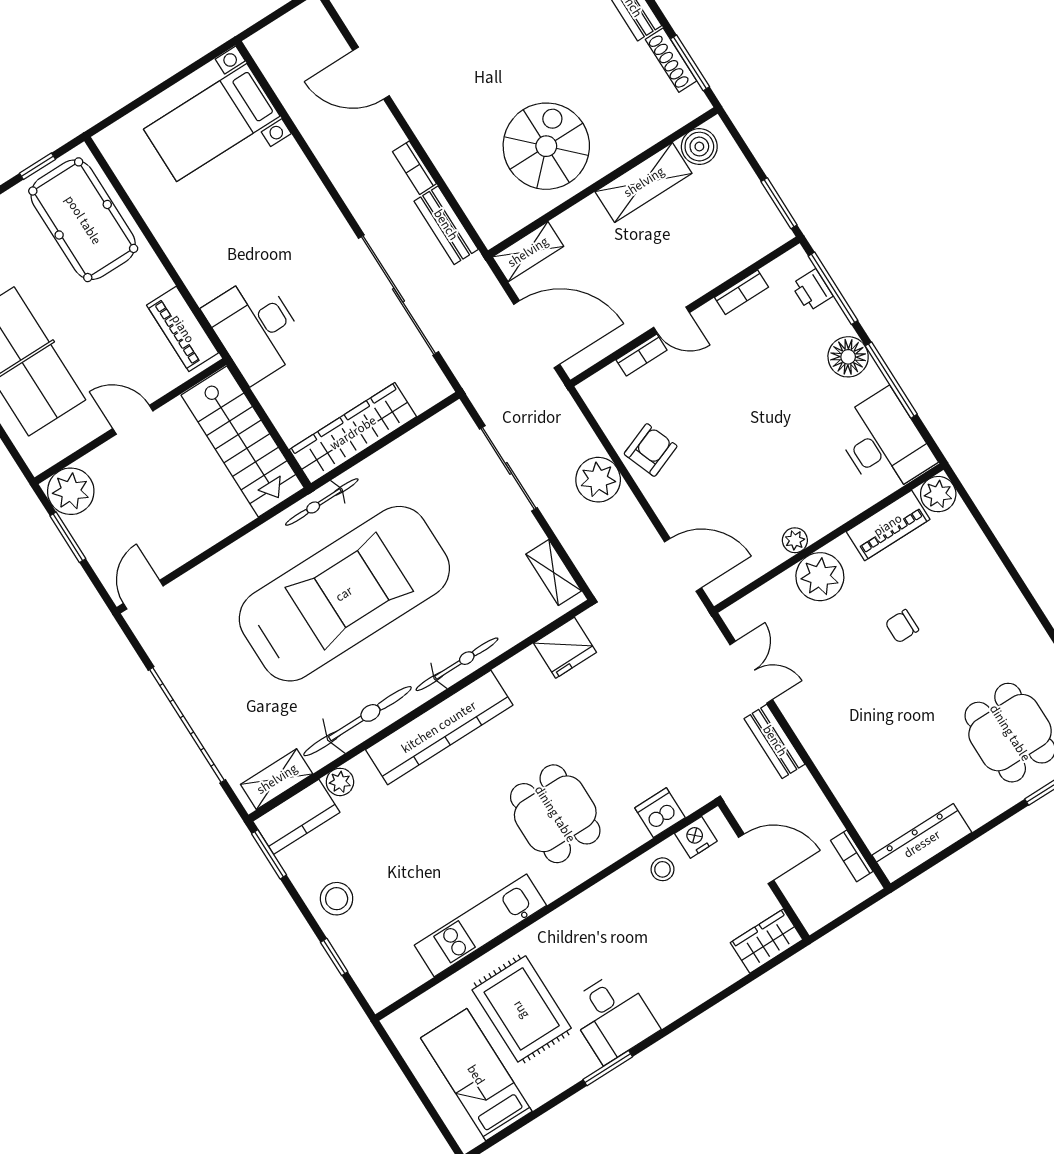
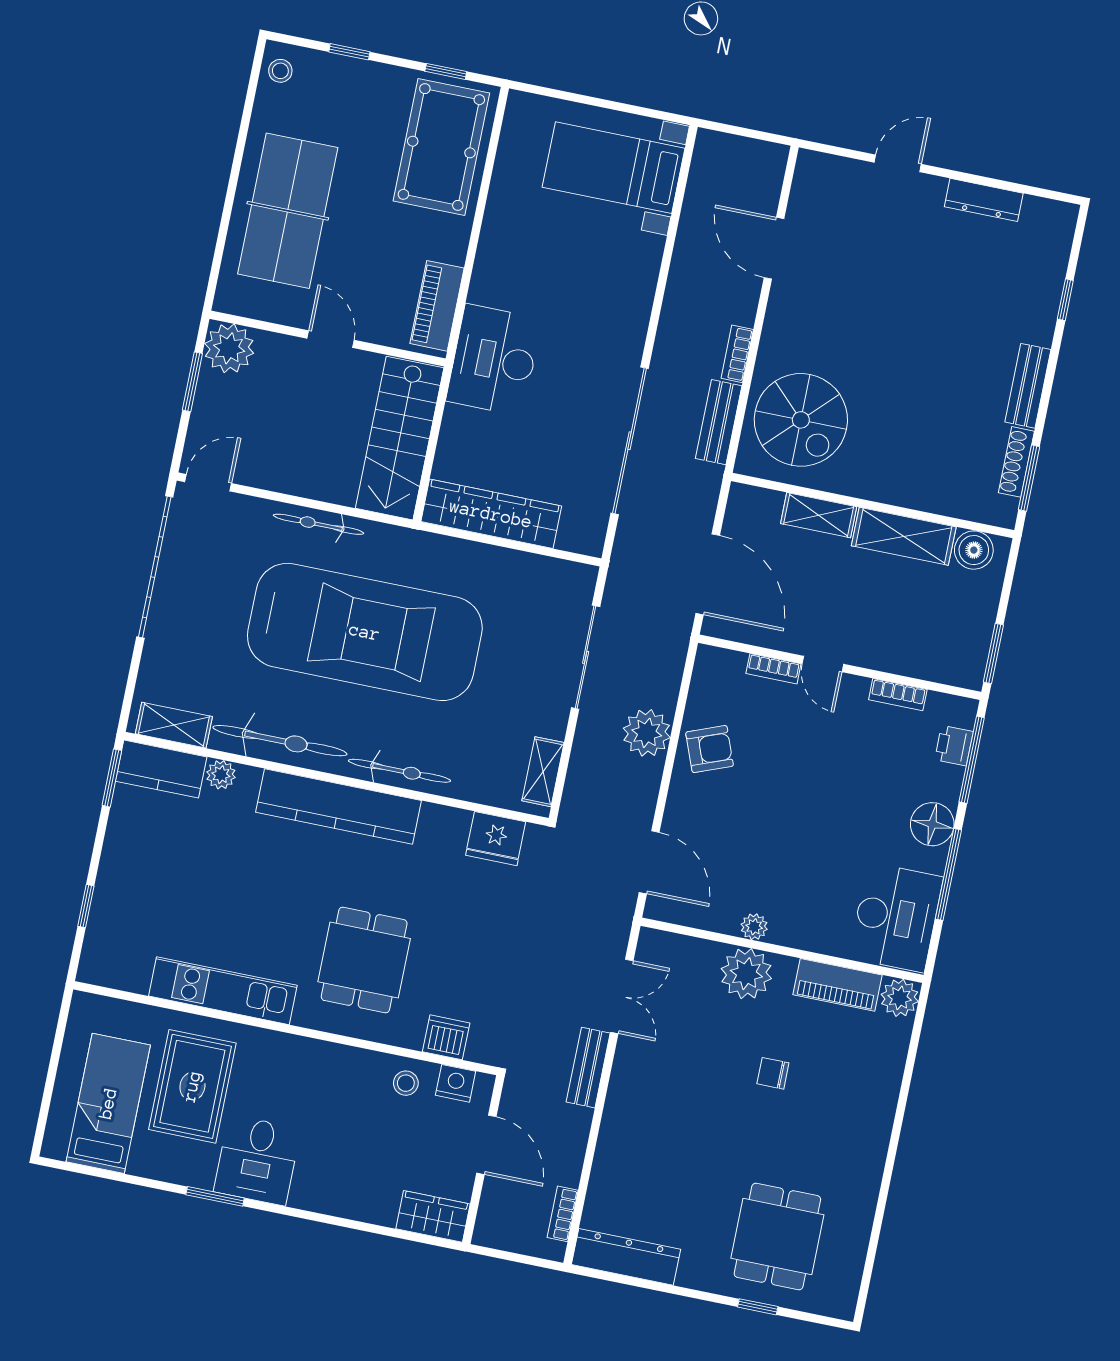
spiral stairs: (546, 146) -> (801, 420), moved, turned 90
shelving: (528, 252) -> (819, 515), moved
bicycle: (322, 502) -> (318, 524), moved
garage door: (187, 725) -> (155, 567), moved
stool: (337, 899) -> (131, 863), removed

